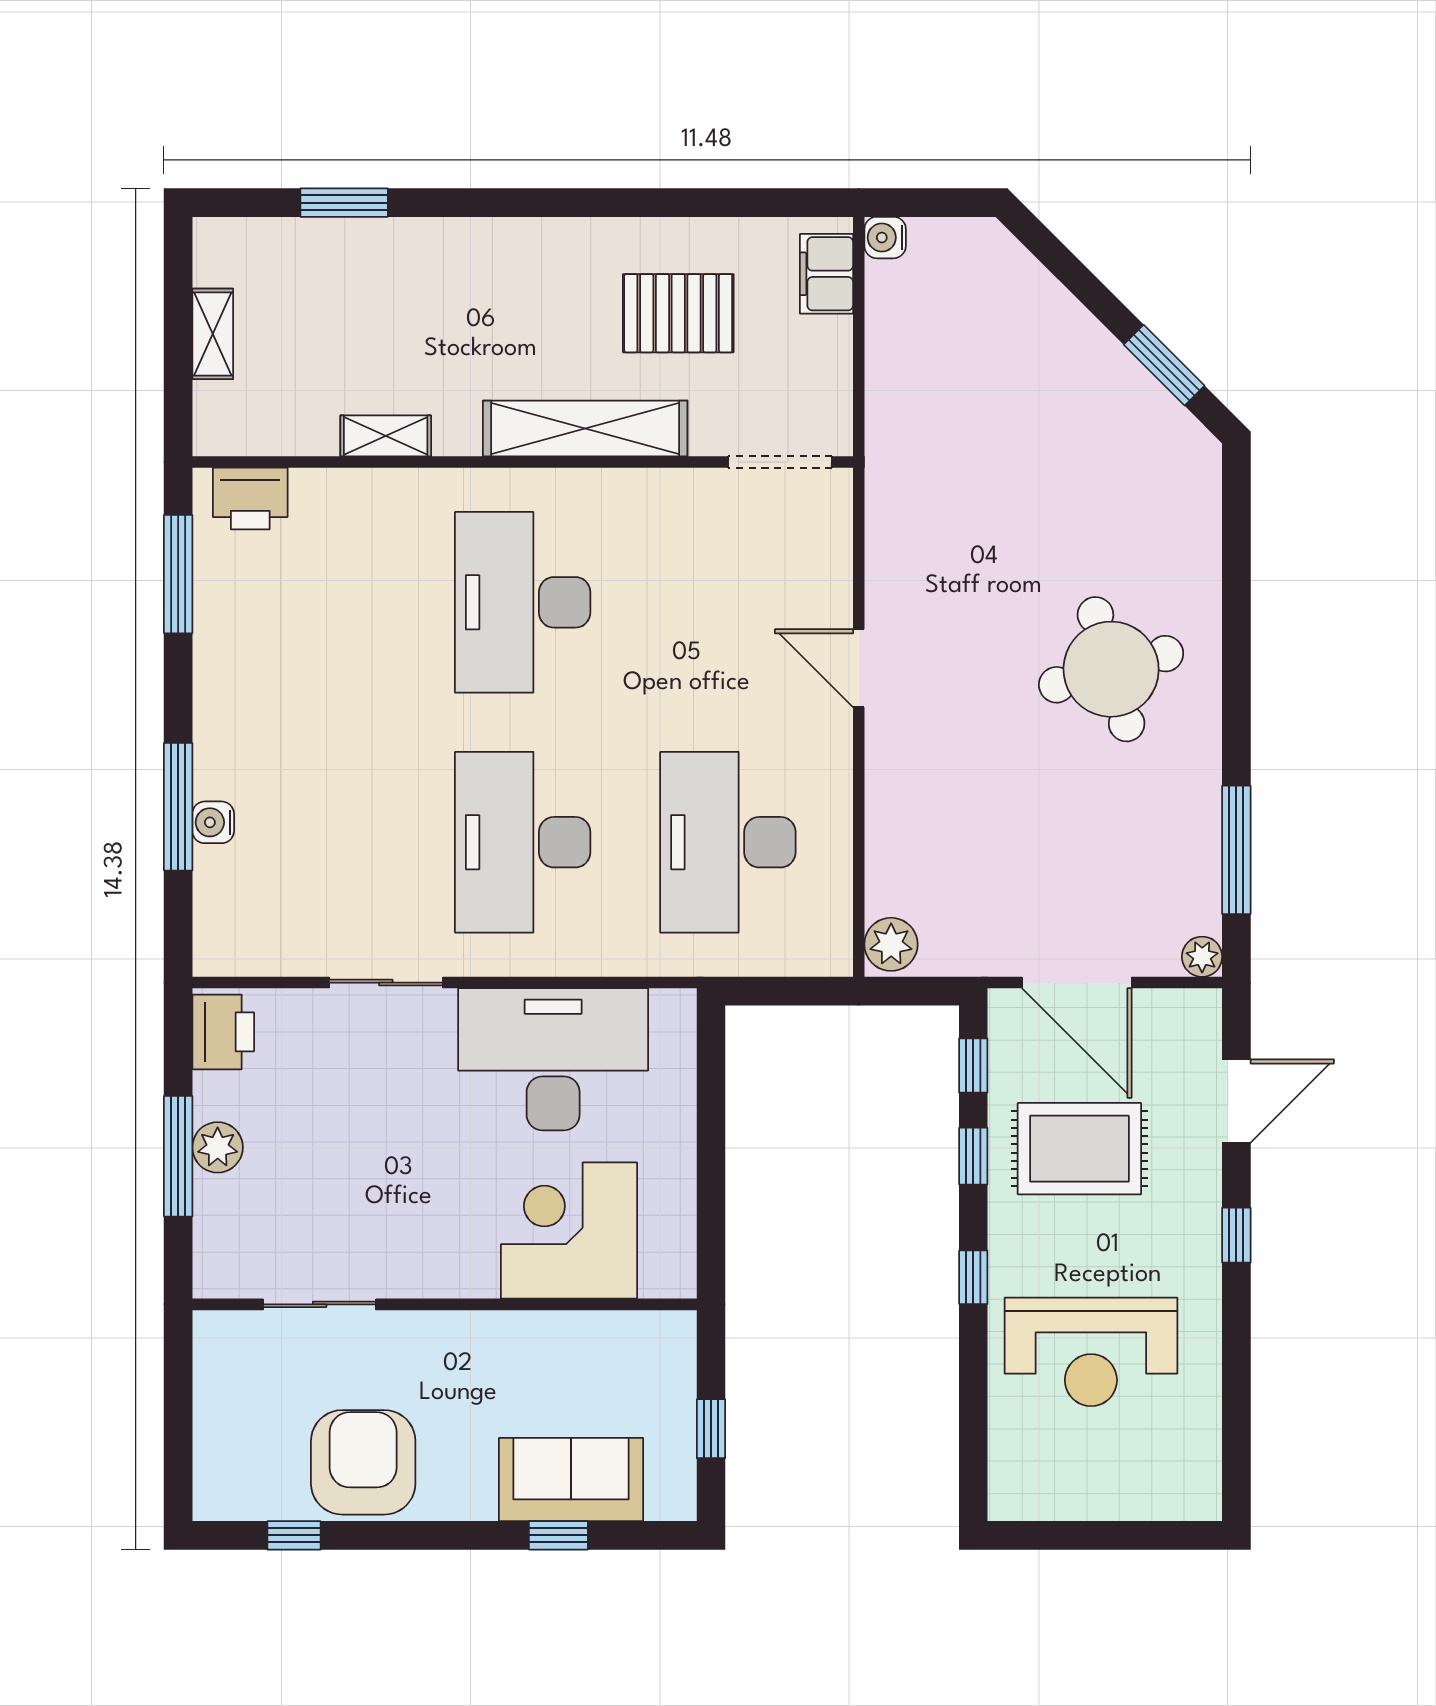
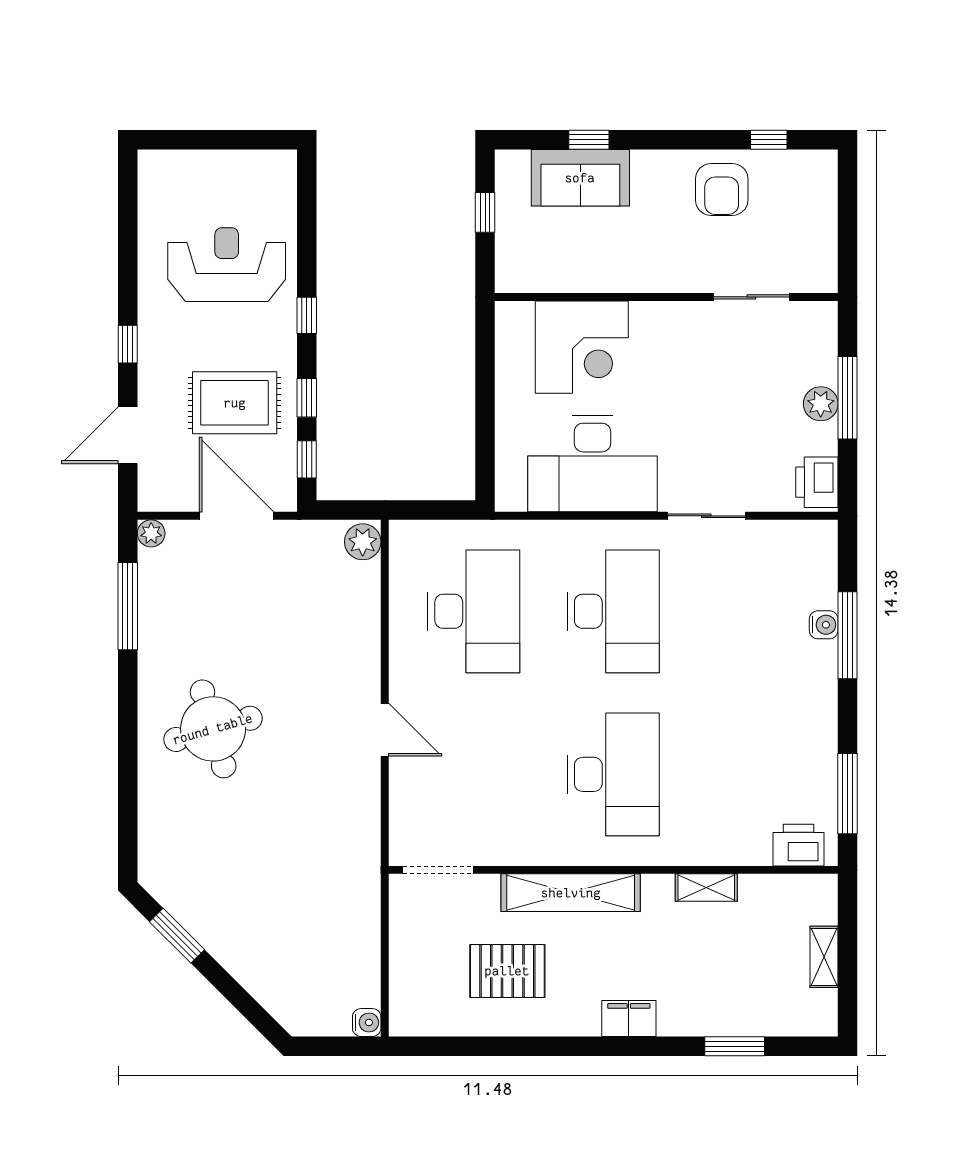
filing cabinet: (826, 274) -> (629, 1019), moved, turned -90
armchair: (363, 1462) -> (722, 189), width x0.73, depth x0.73

